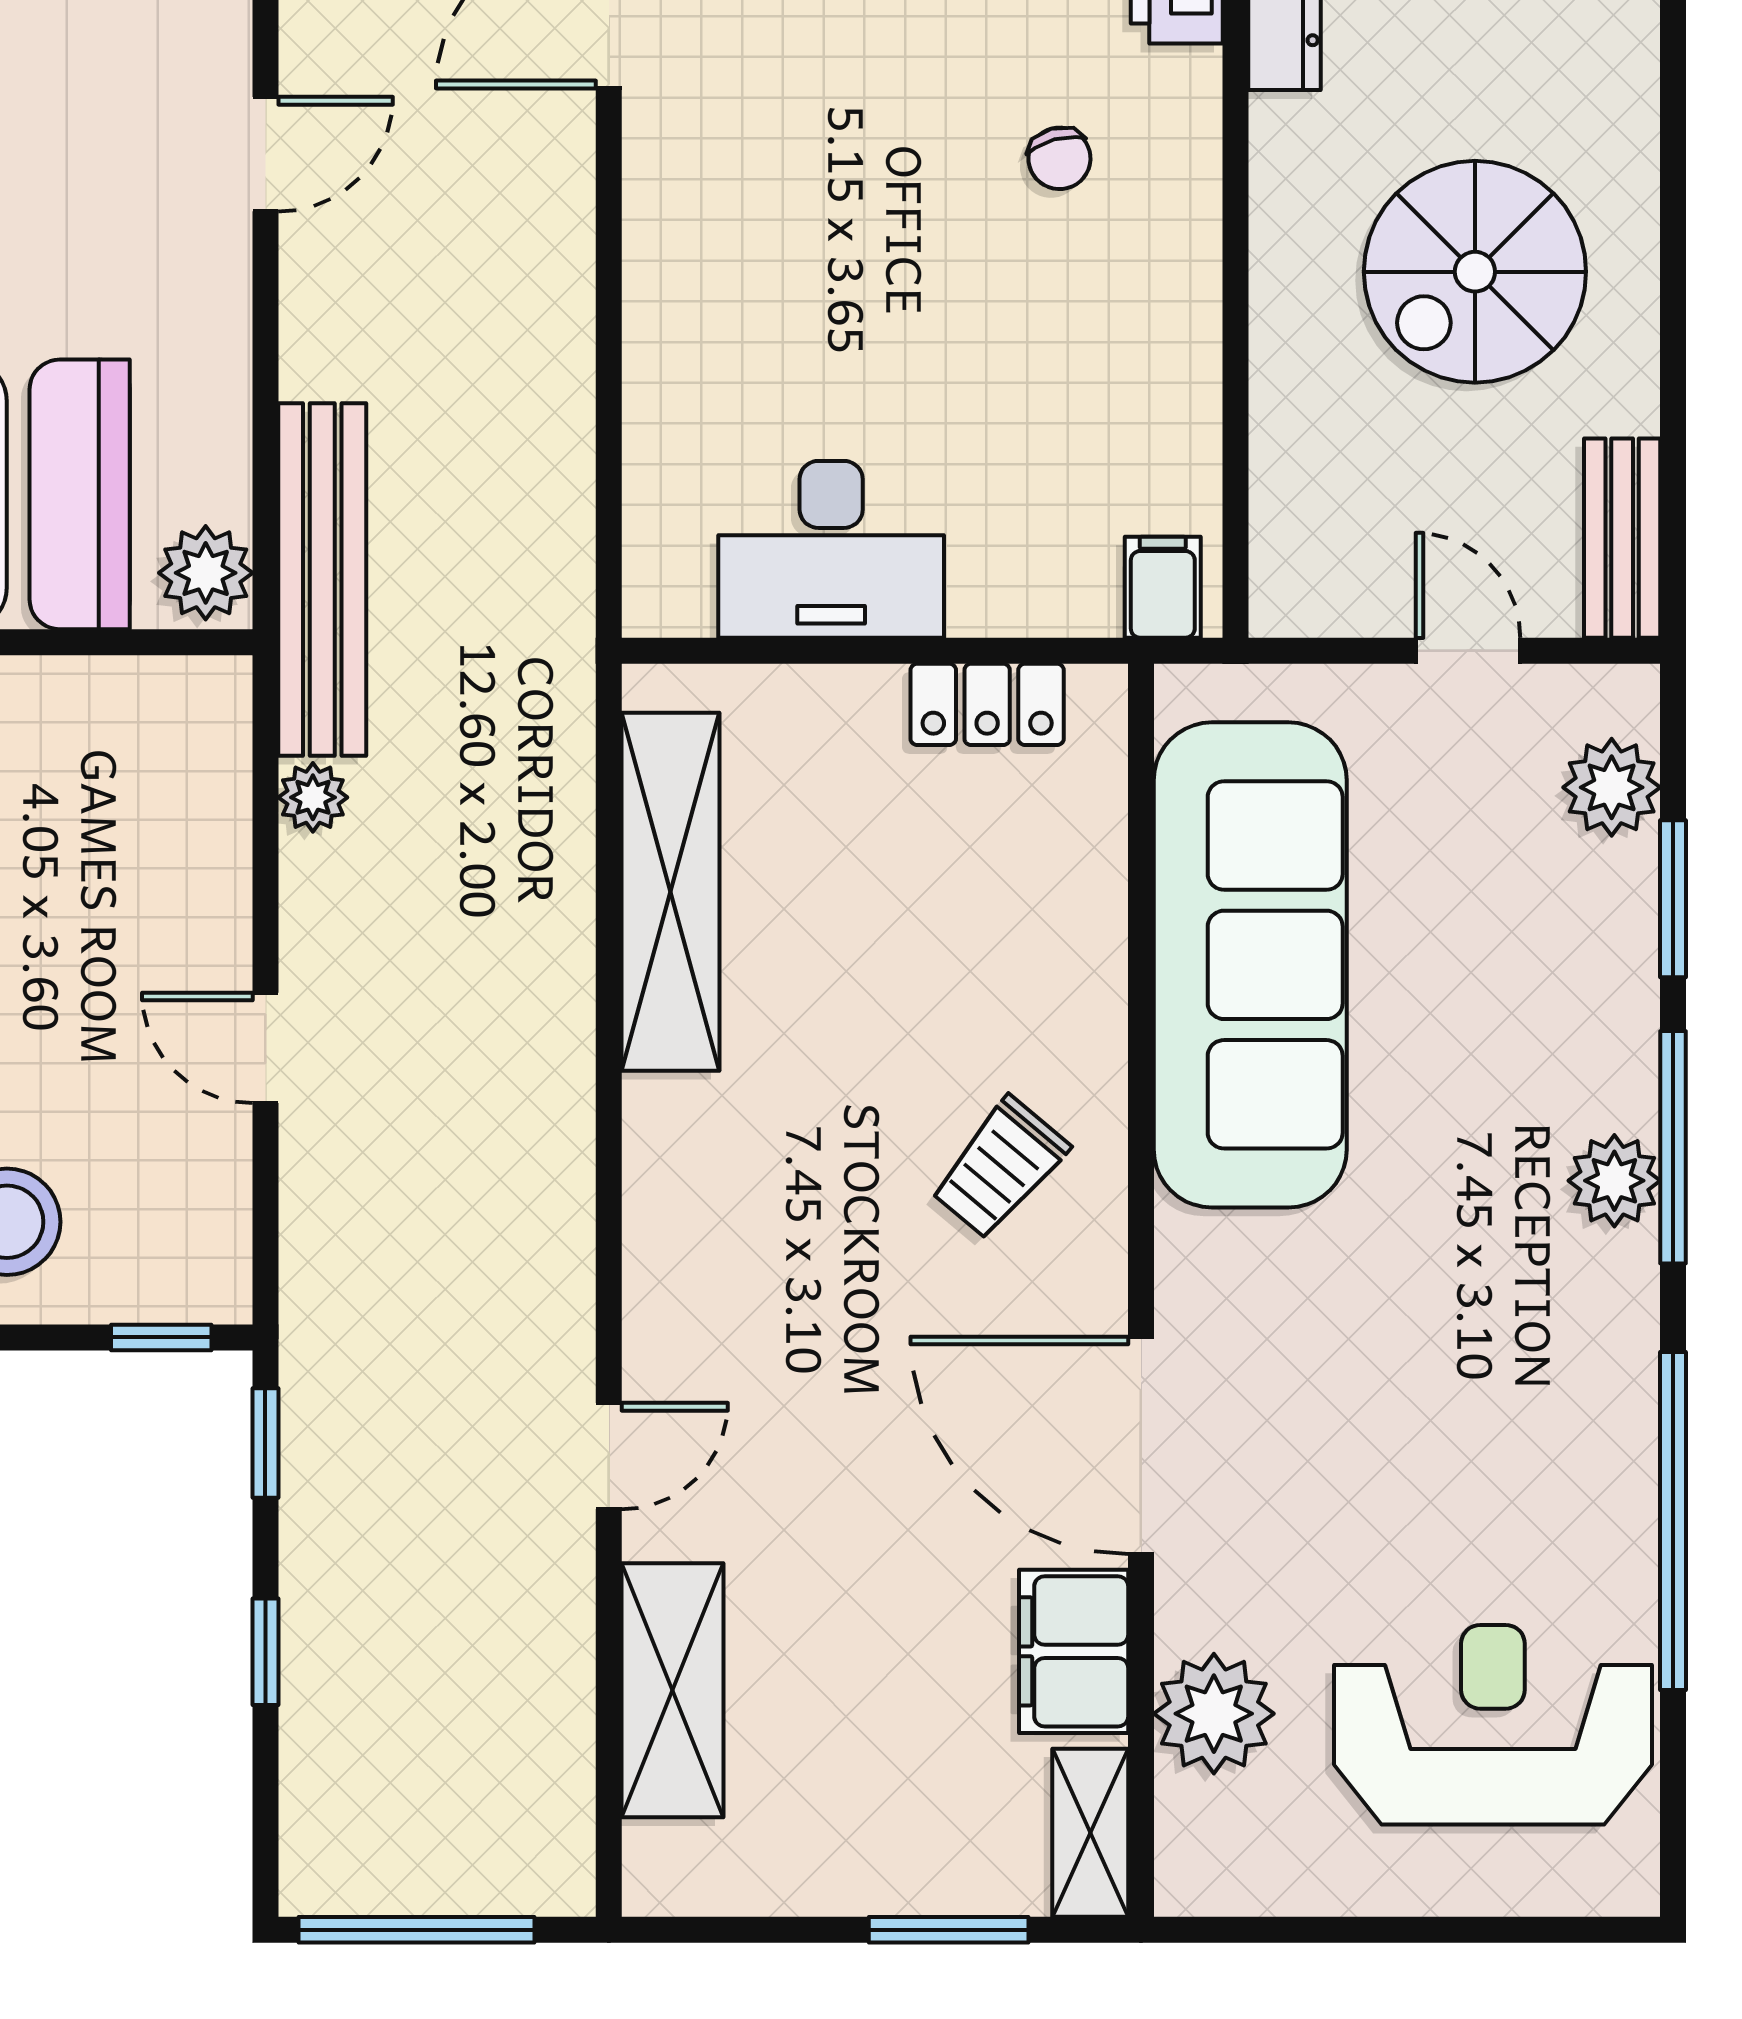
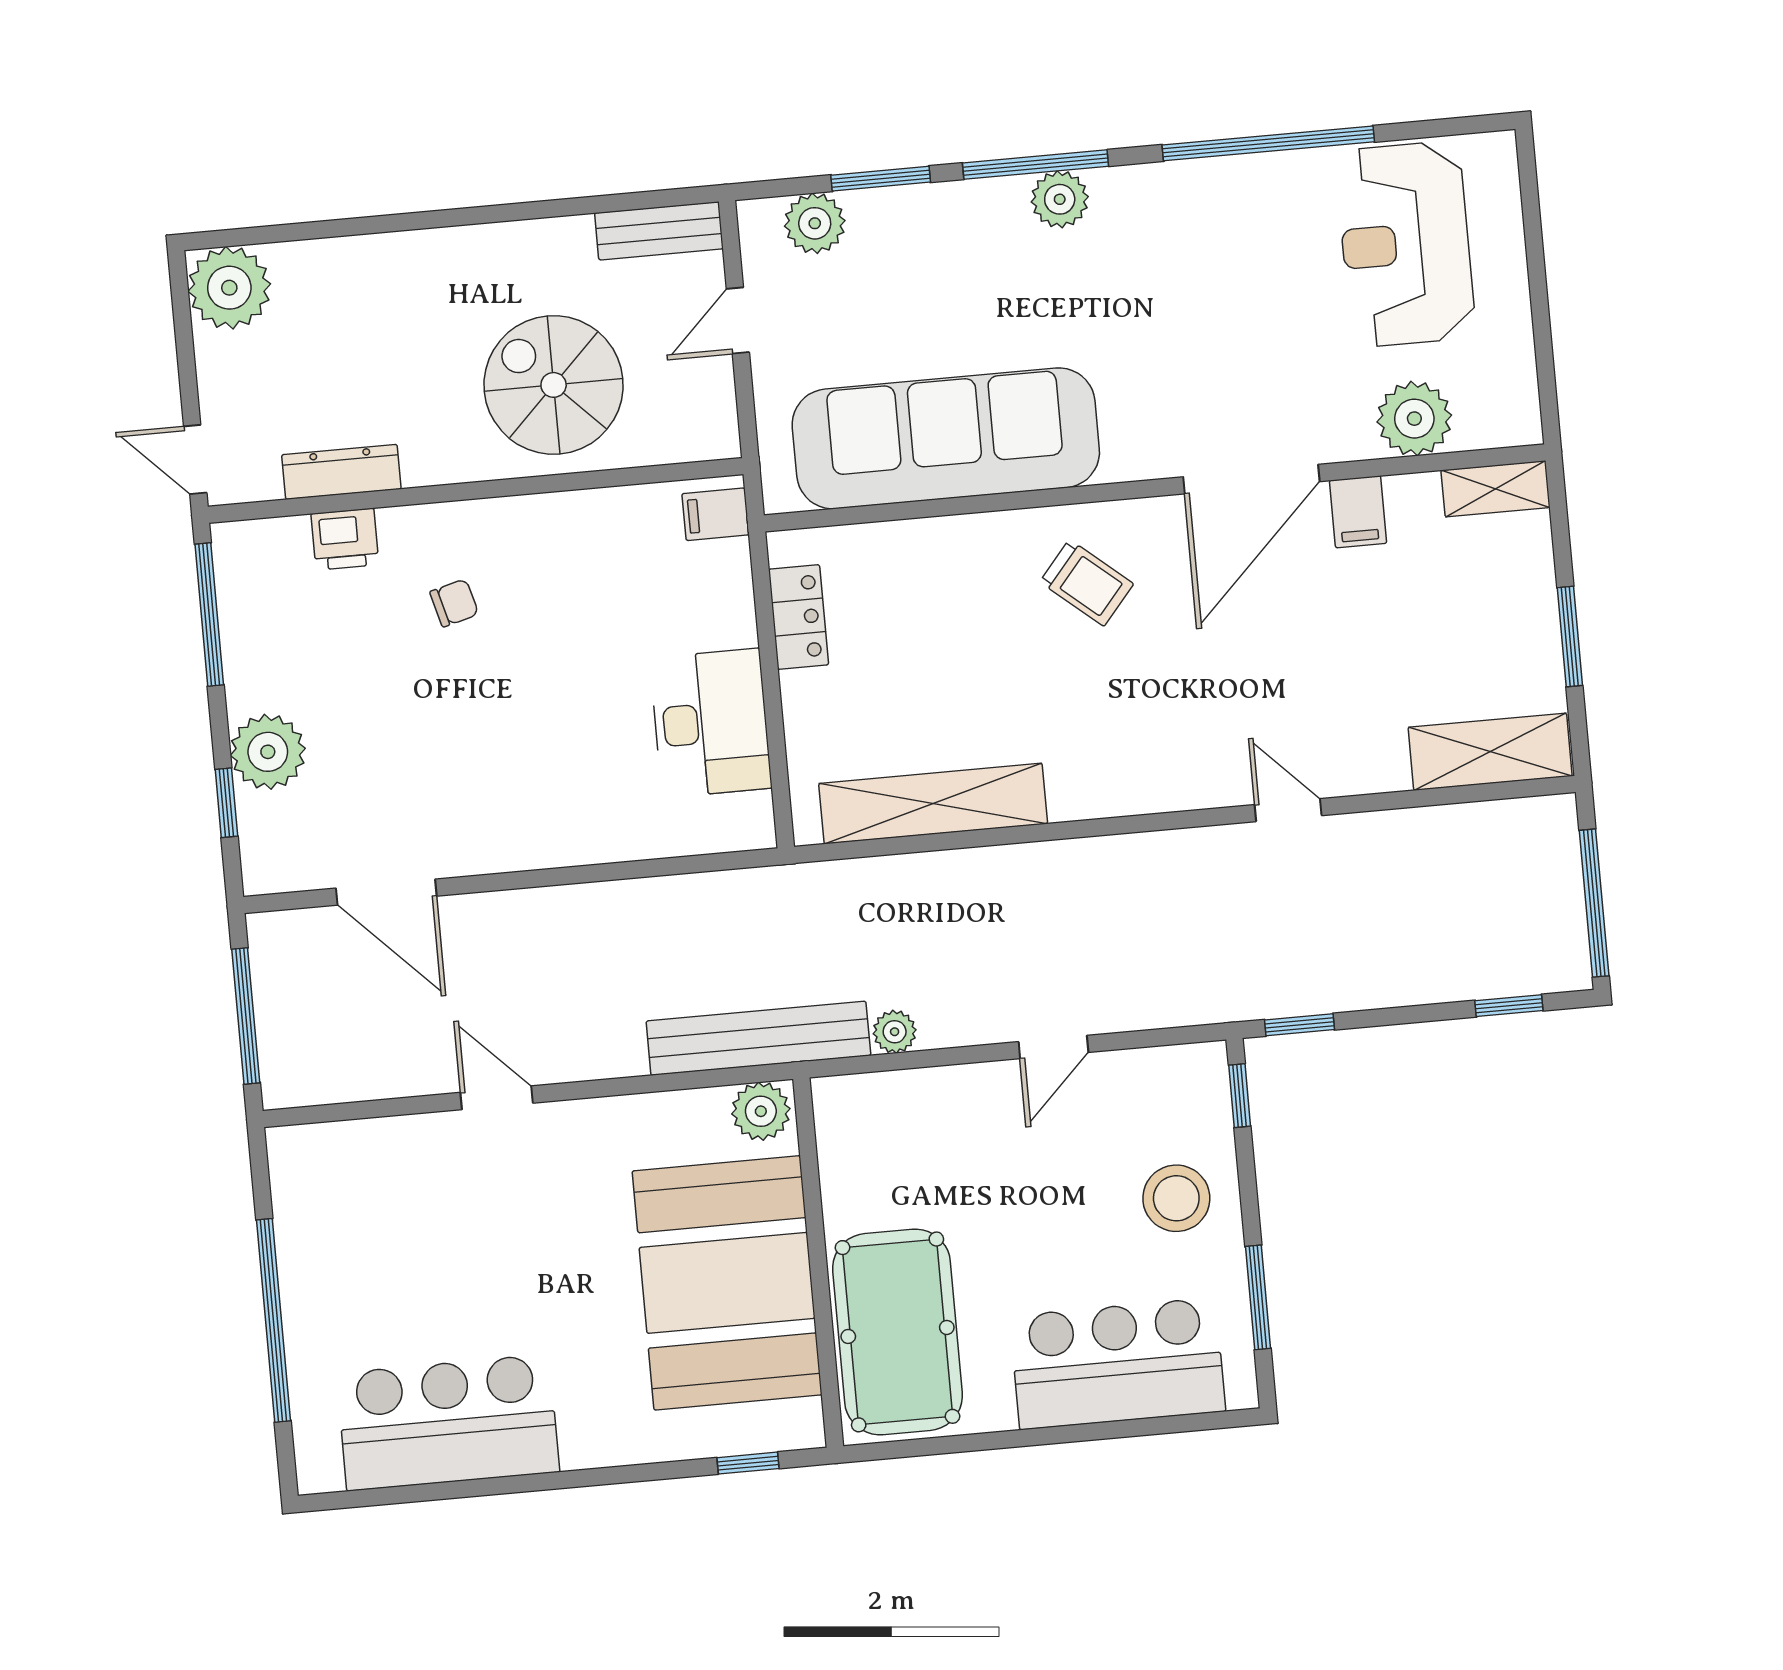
spiral stairs: (1475, 272) -> (554, 385), moved, turned 180
filing cabinet: (1074, 1651) -> (1358, 512), width x0.50
window: (265, 1652) -> (1509, 1006), moved
shelving: (673, 1690) -> (1490, 752), moved
window: (949, 1930) -> (1570, 637), moved

